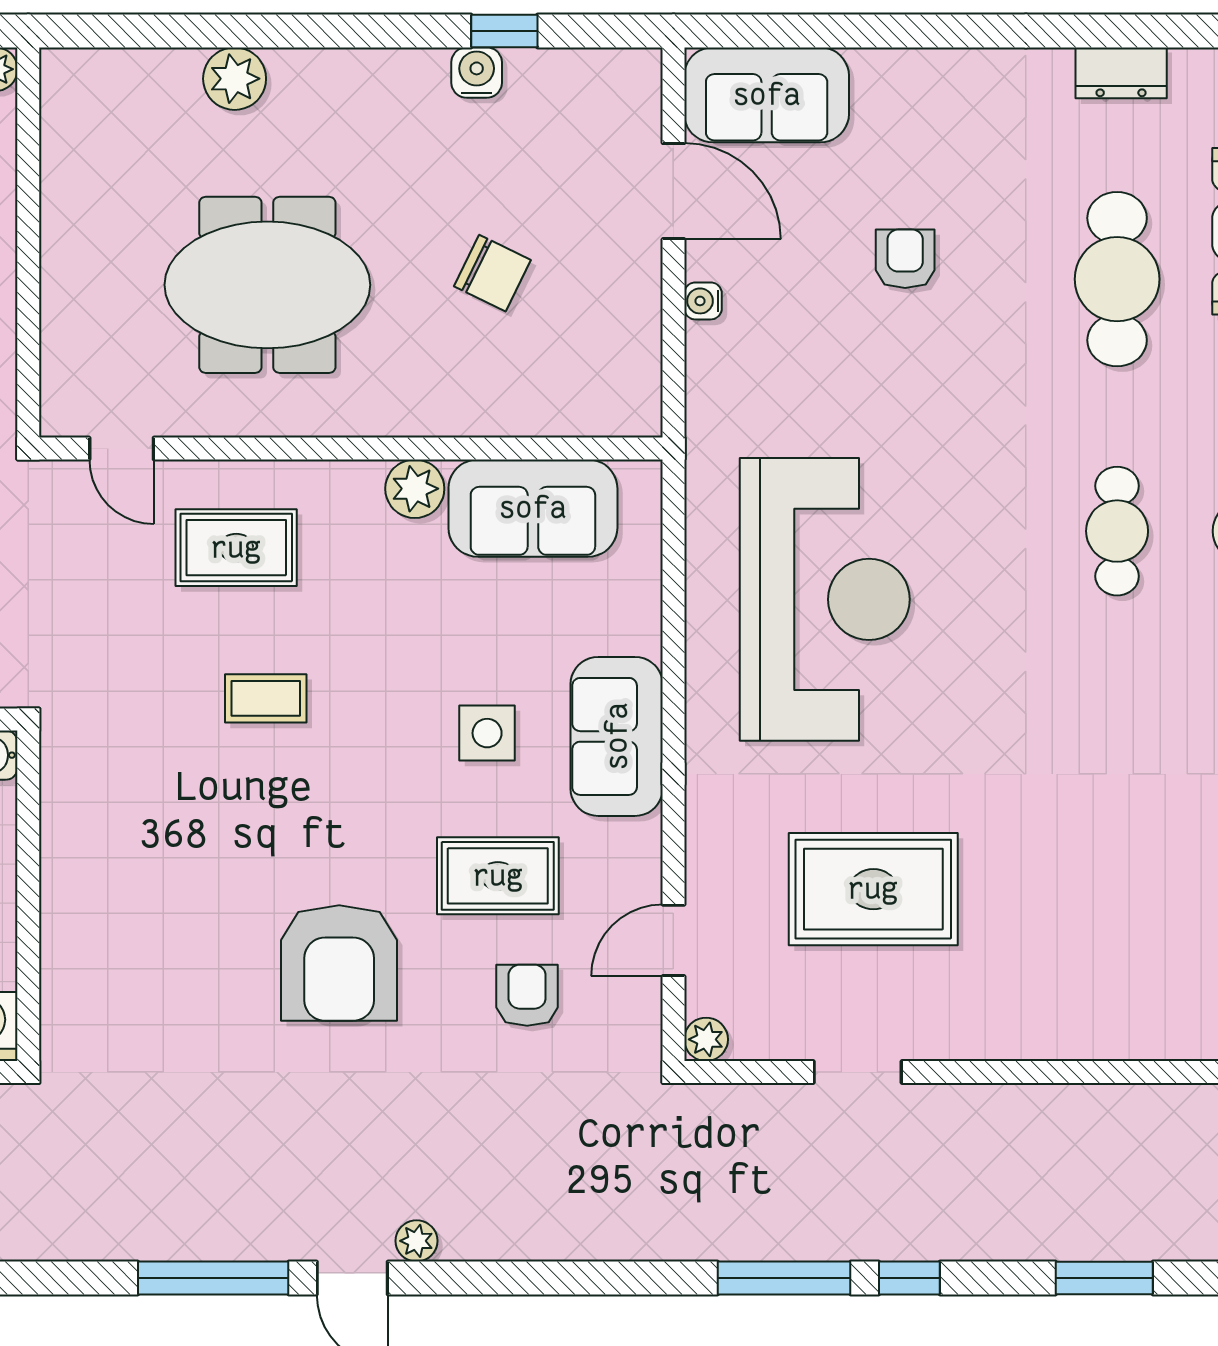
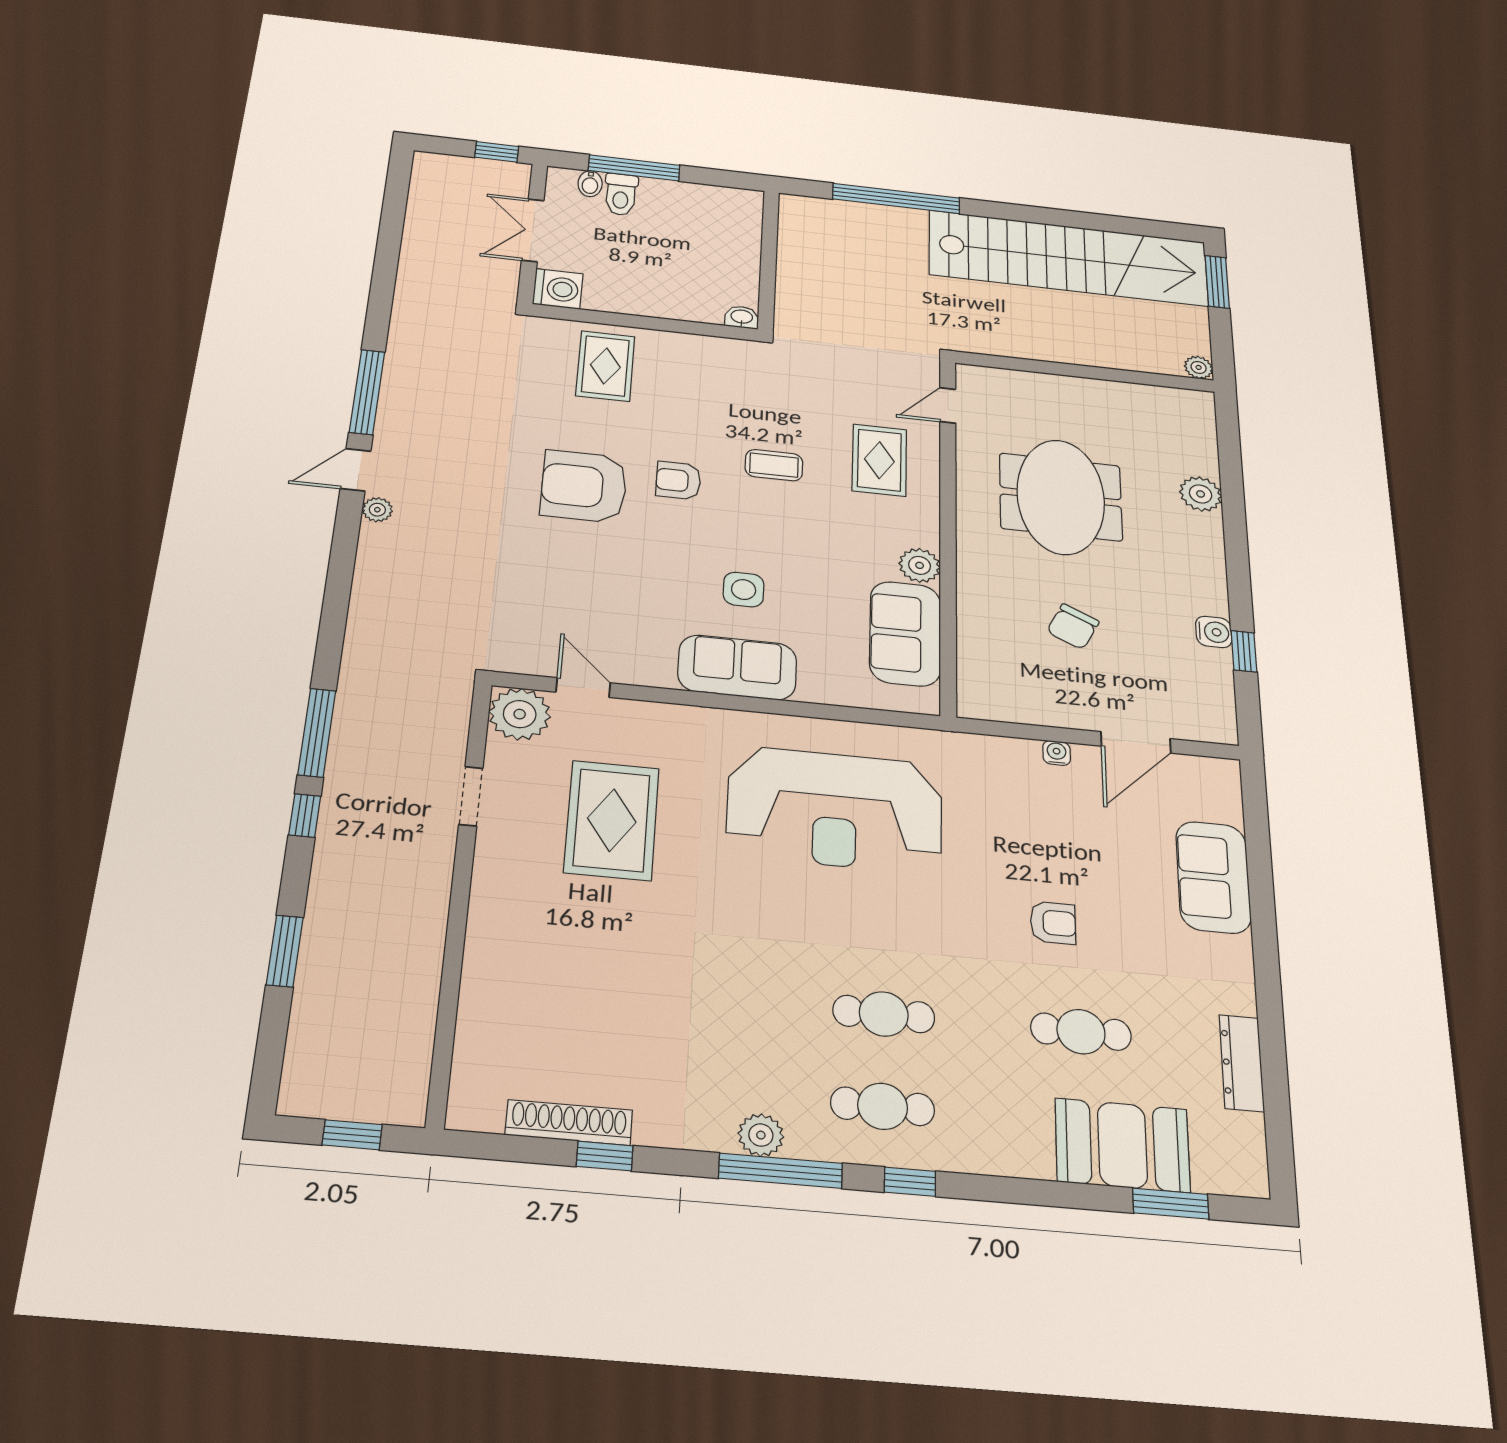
dresser: (1121, 73) -> (1242, 1063), width x1.44
sofa: (767, 95) -> (1213, 877), moved
armchair: (905, 259) -> (1053, 923), moved
cafe table: (1117, 279) -> (1081, 1032), width x0.73, depth x0.74
coffee table: (266, 698) -> (774, 465), turned 90
rug: (498, 876) -> (605, 366), moved
armchair: (527, 995) -> (678, 481), moved, turned 180
plant: (706, 1039) -> (520, 714), width x1.87, depth x1.87

